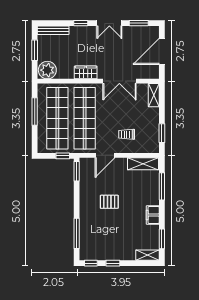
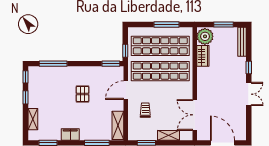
double door: (109, 23) -> (249, 94), swing flipped
window: (139, 23) -> (249, 121), removed
wardrobe: (86, 72) -> (203, 56), moved
double door: (119, 81) -> (195, 115), moved
shelving: (154, 95) -> (168, 135), moved
door: (105, 155) -> (126, 90), hinge flipped
shelving: (147, 255) -> (33, 119), moved

